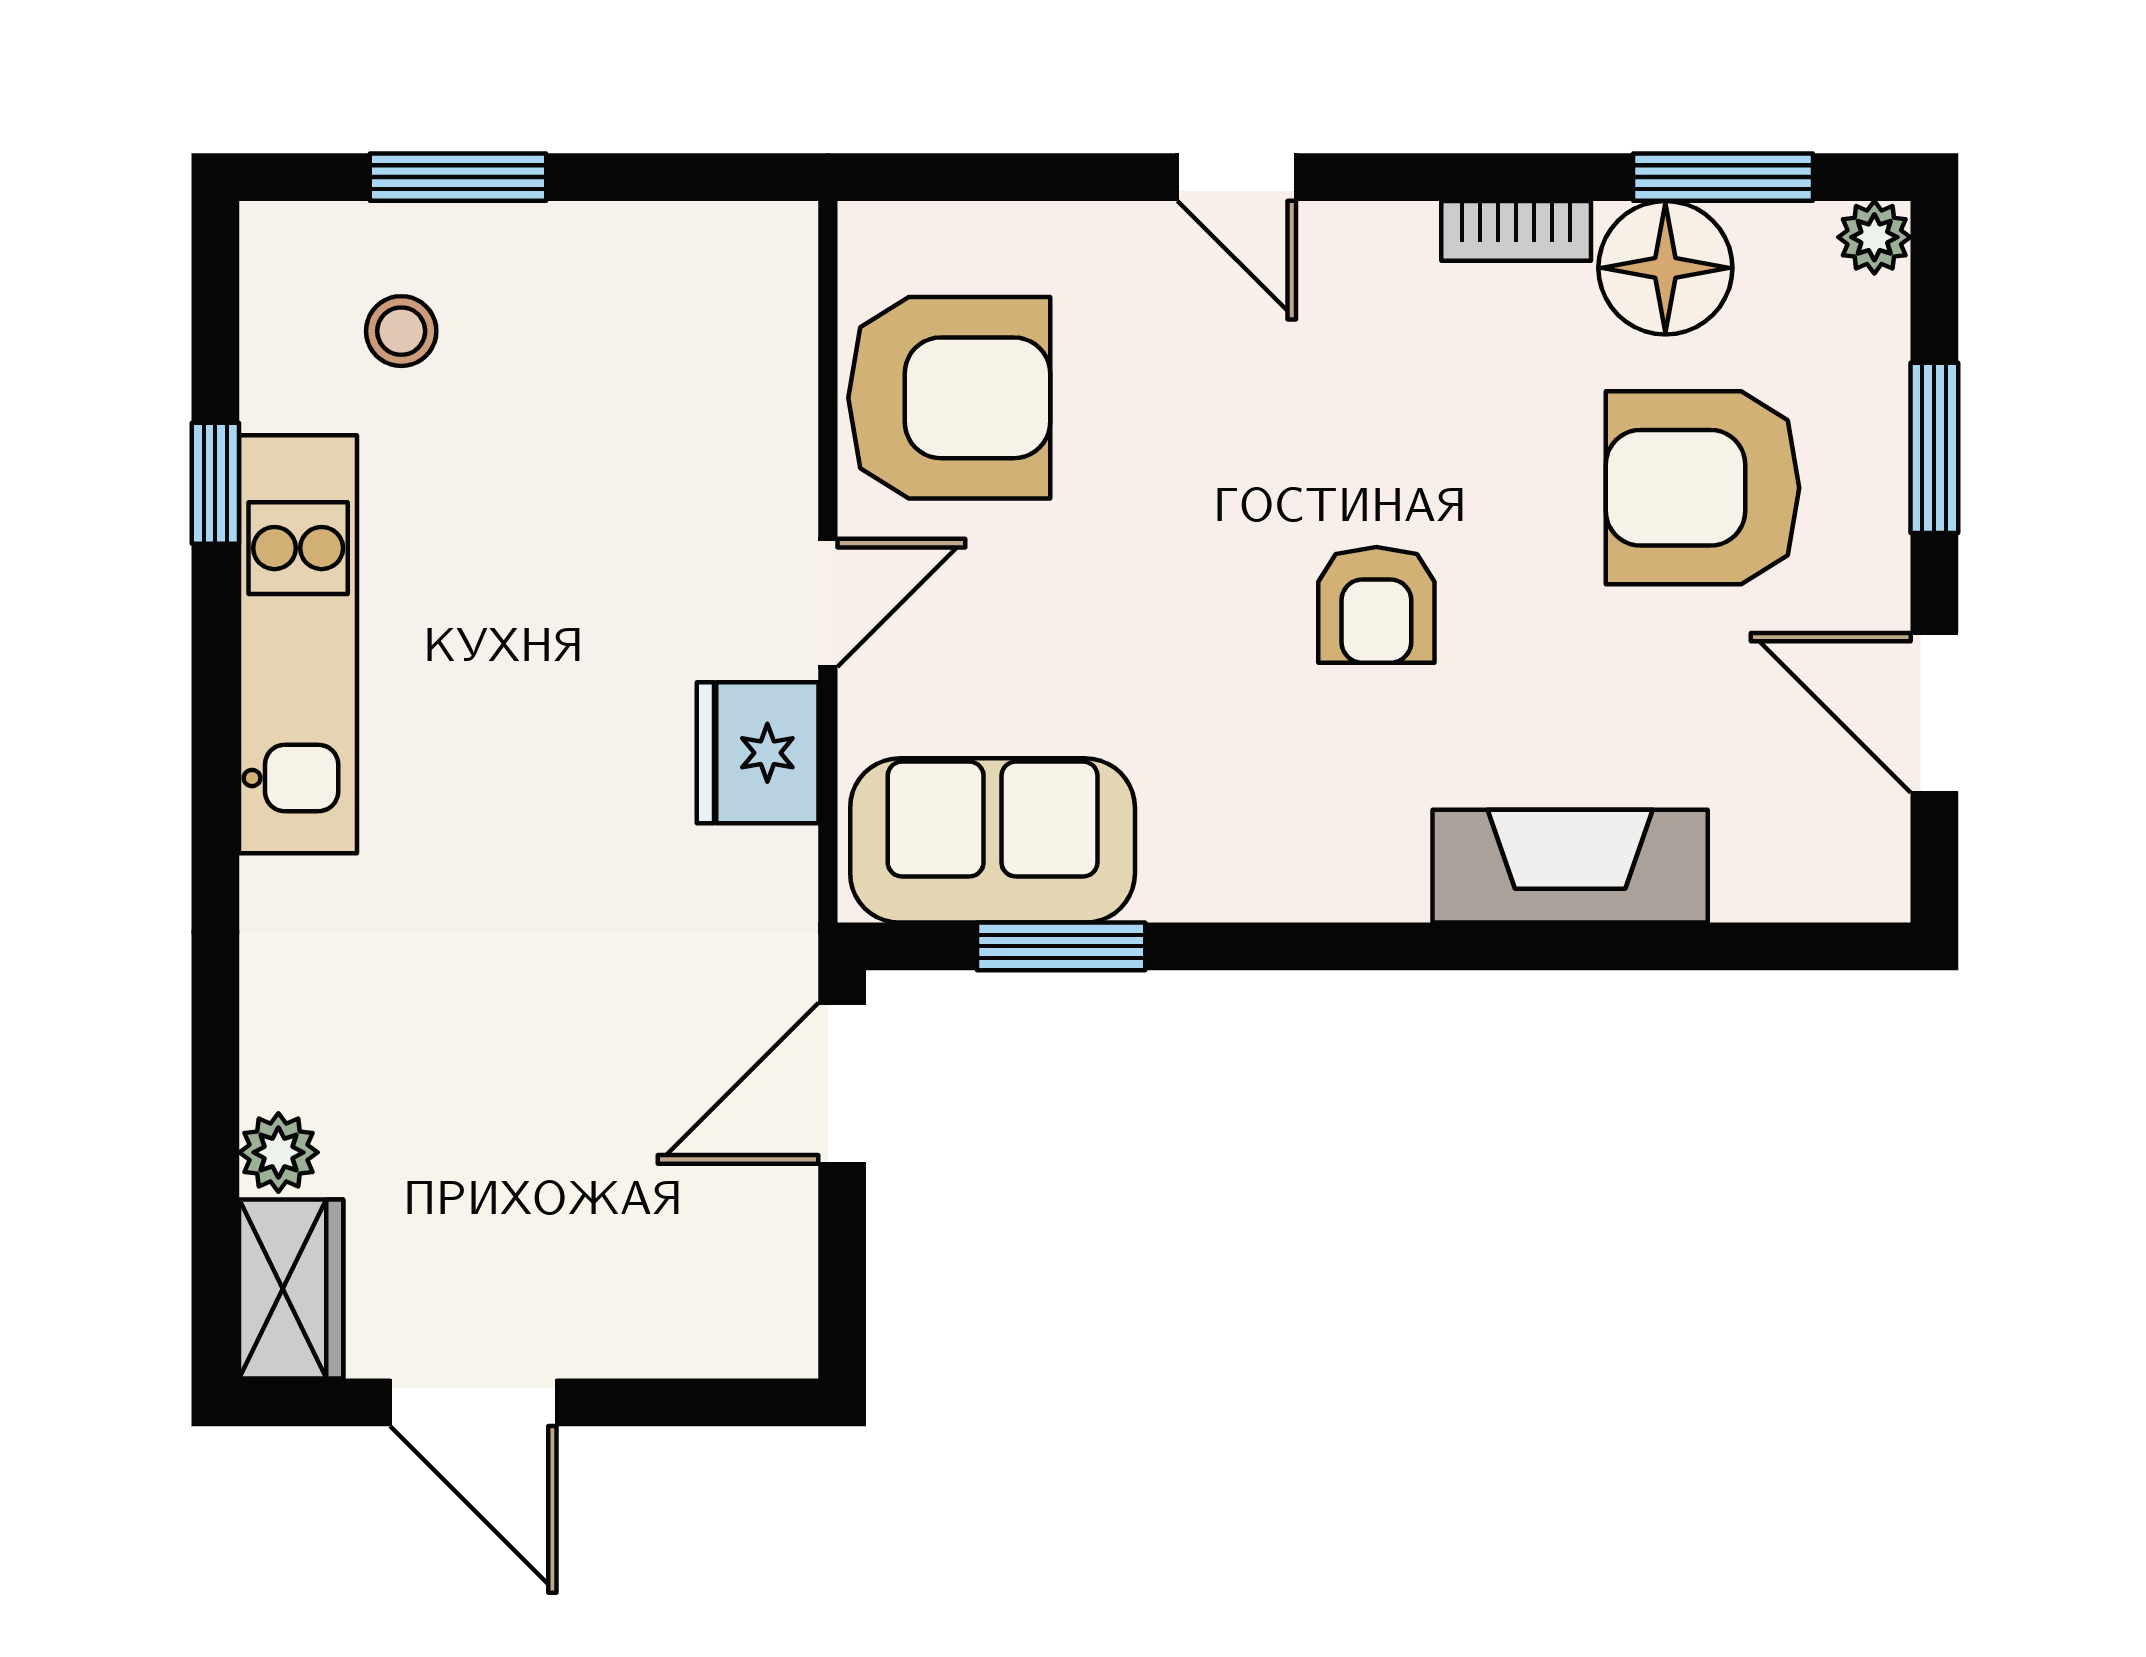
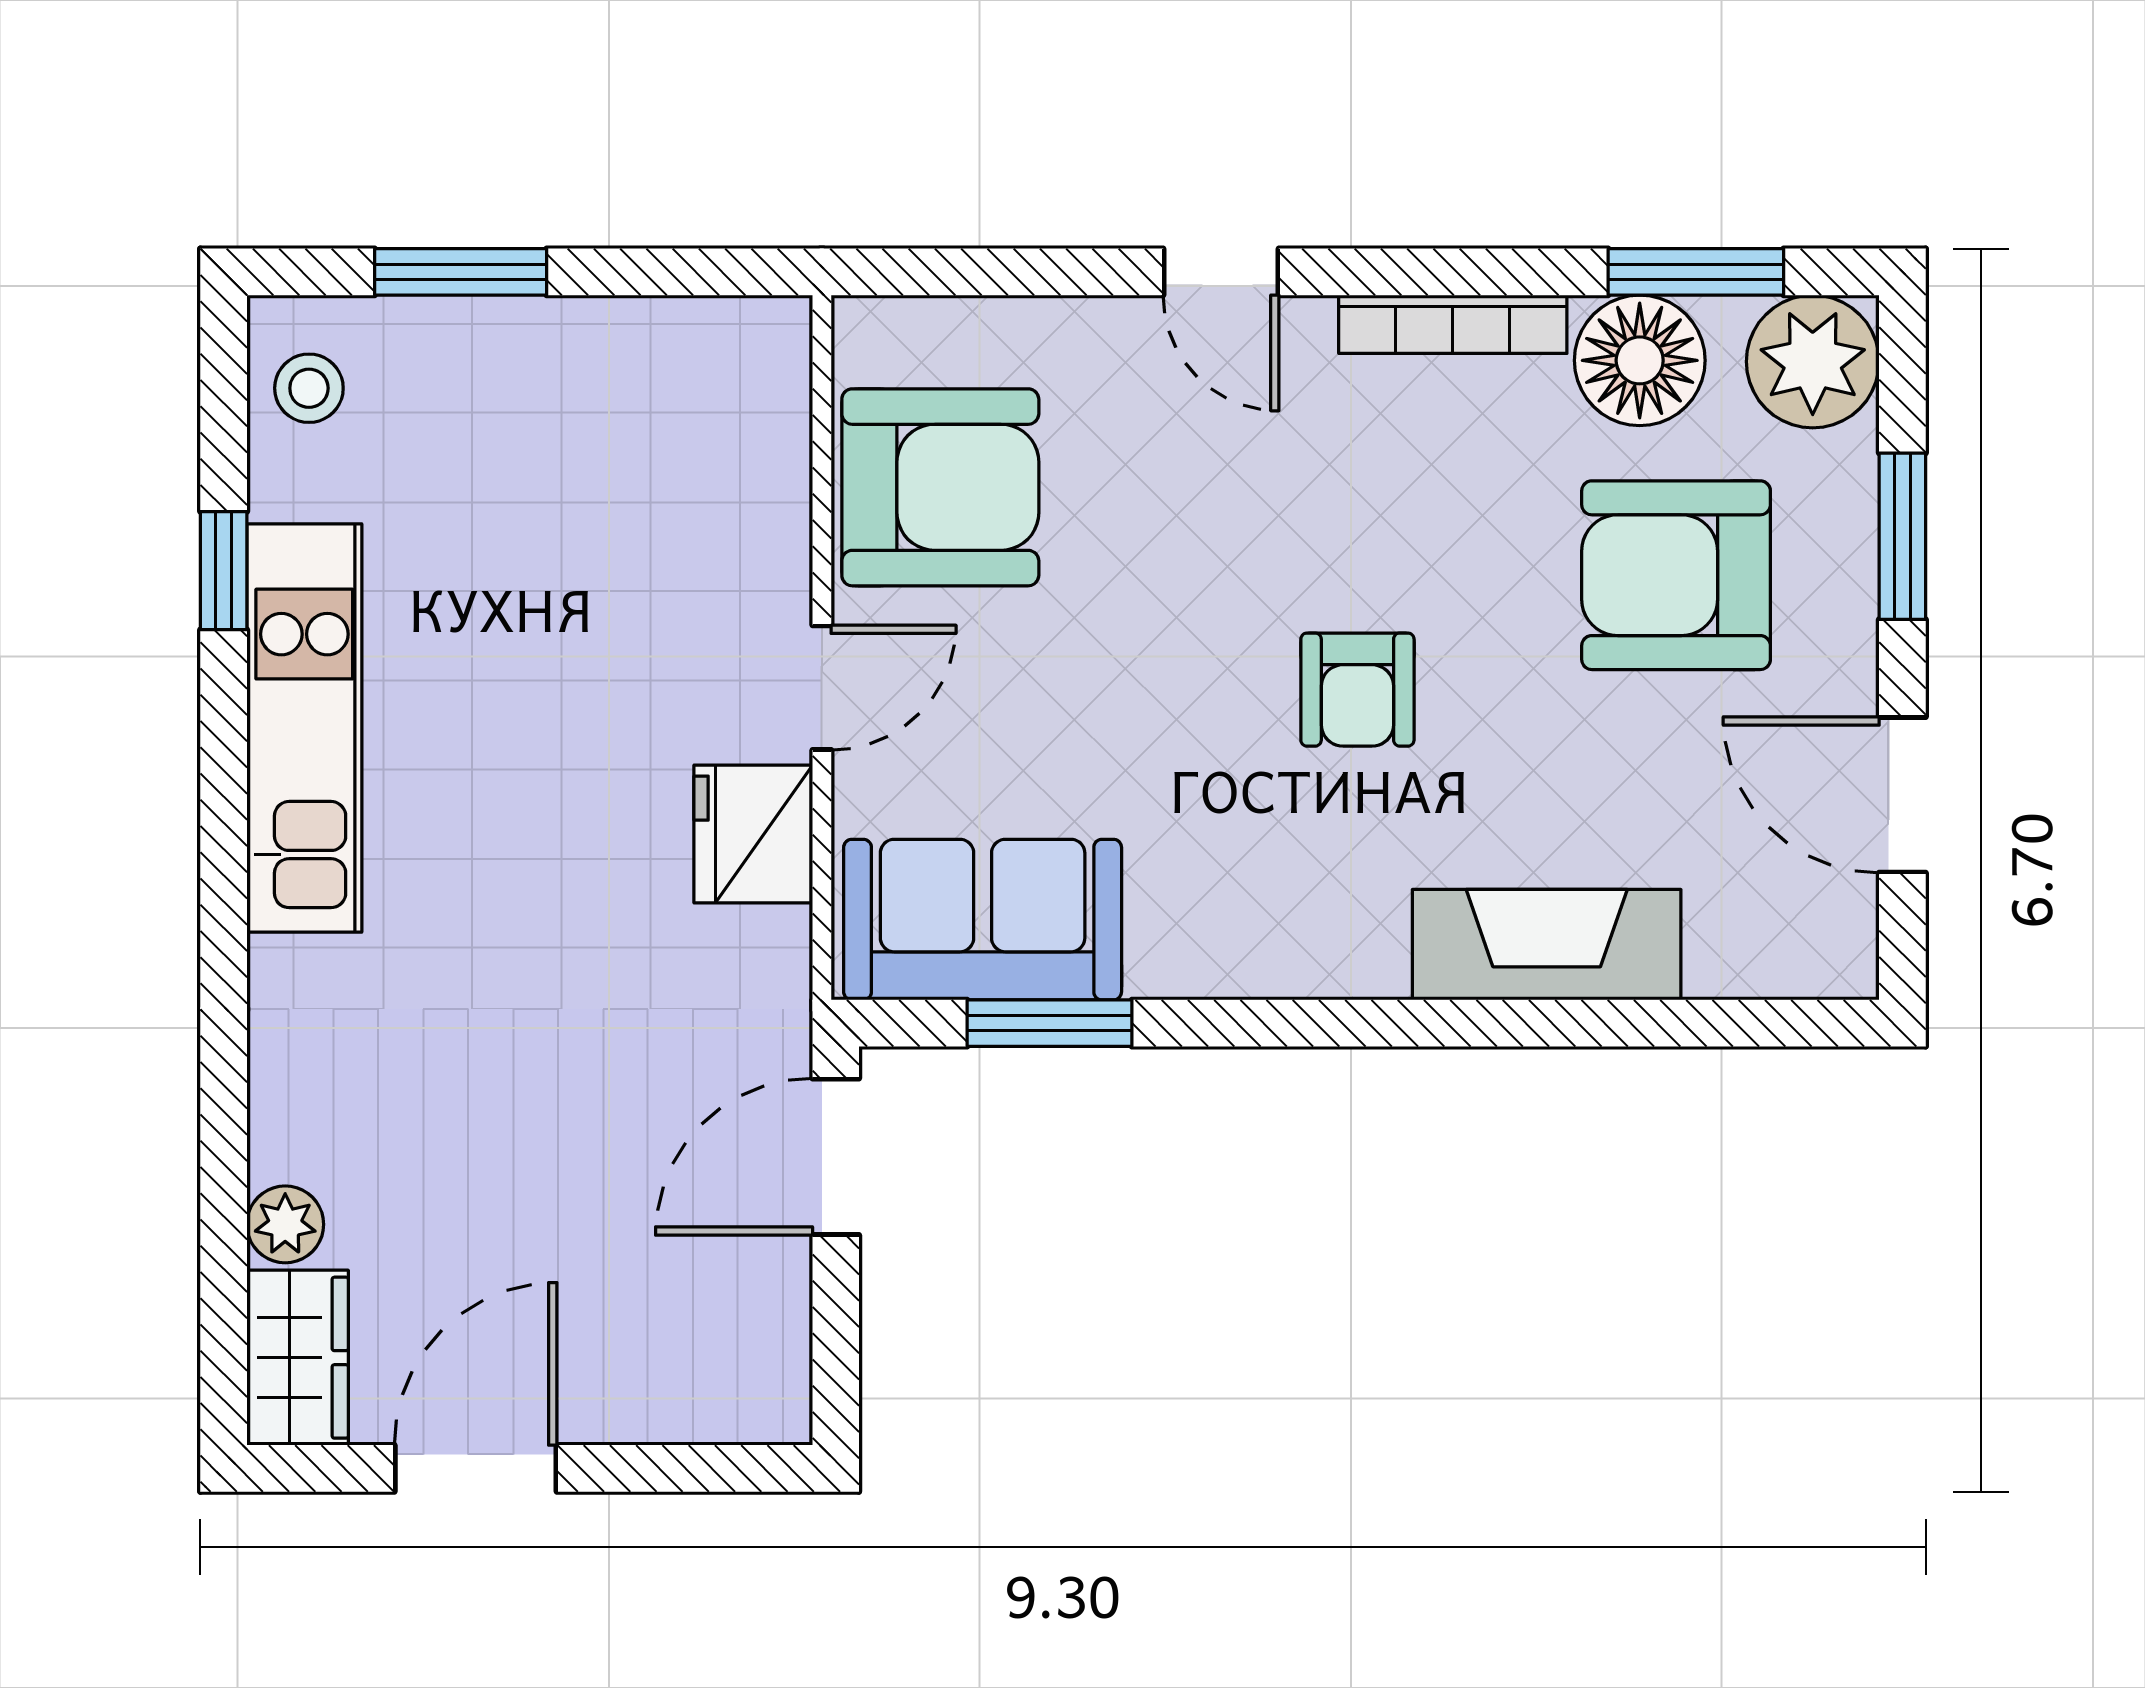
bookcase: (1516, 231) -> (1453, 324), width x1.56
plant: (1874, 237) -> (1813, 362), width x1.88, depth x1.88
stool: (401, 331) -> (309, 388), moved
door: (473, 1402) -> (476, 1468), swing flipped

